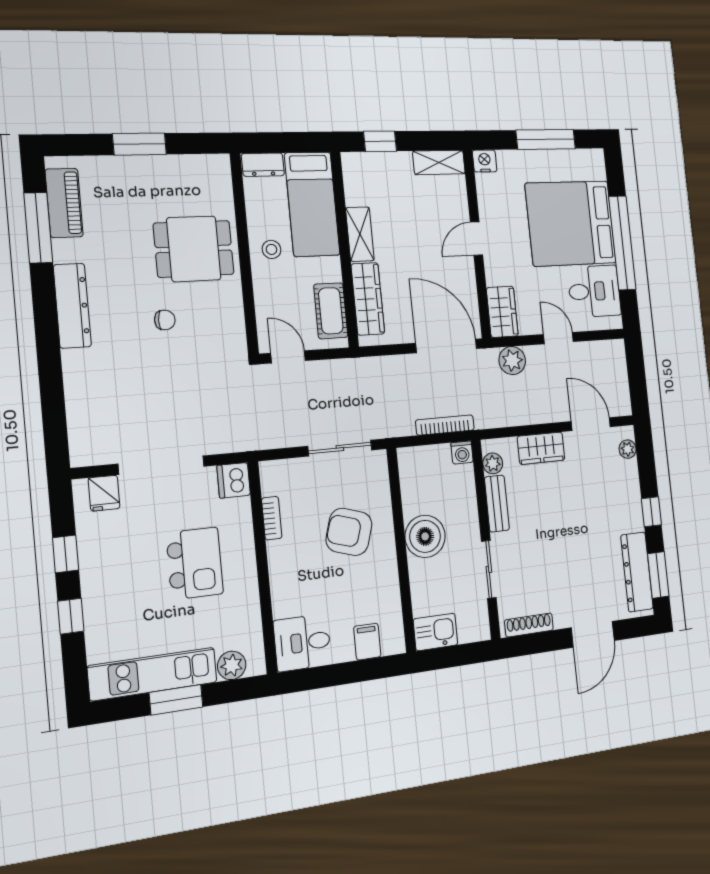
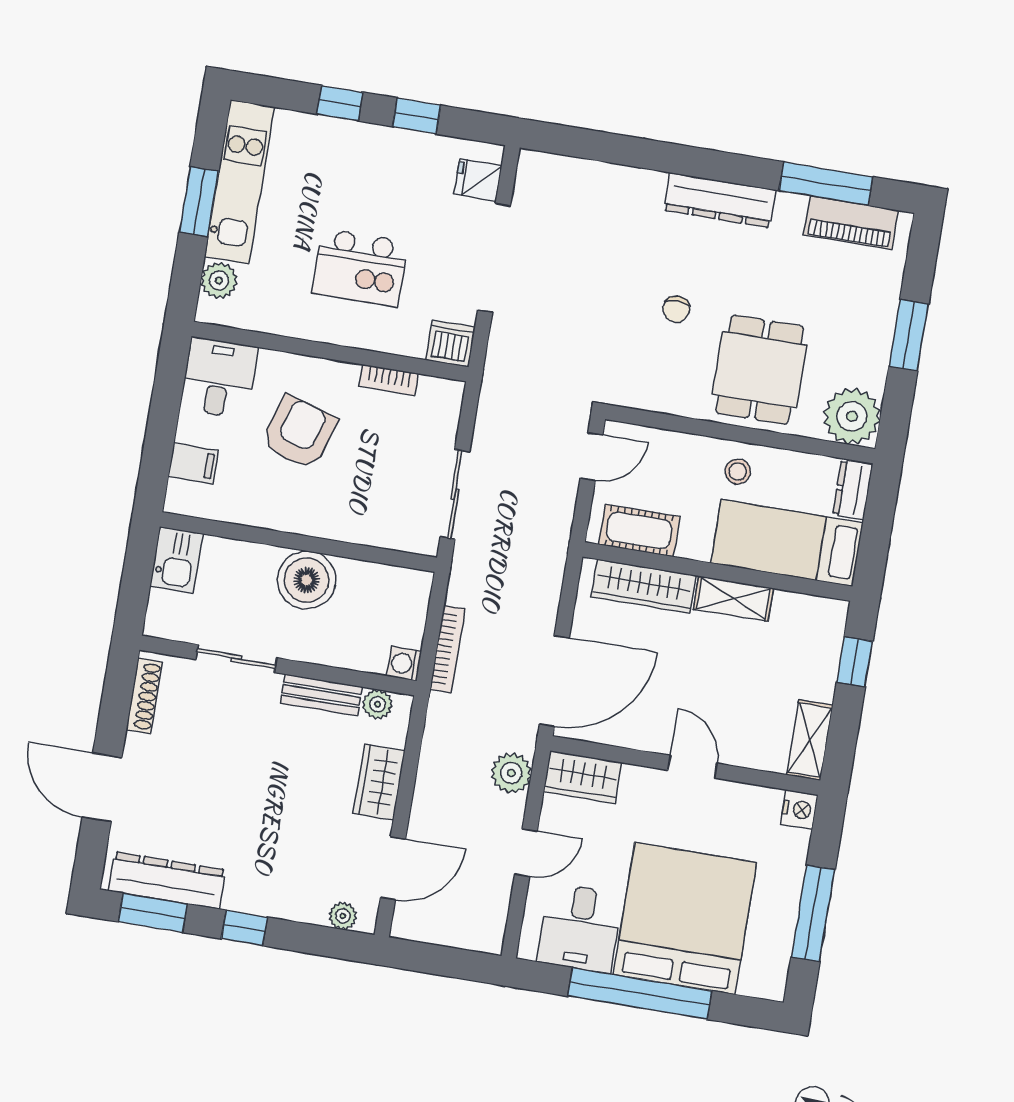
plant: (210, 175) -> (852, 416), added
armchair: (349, 532) -> (299, 432), moved

